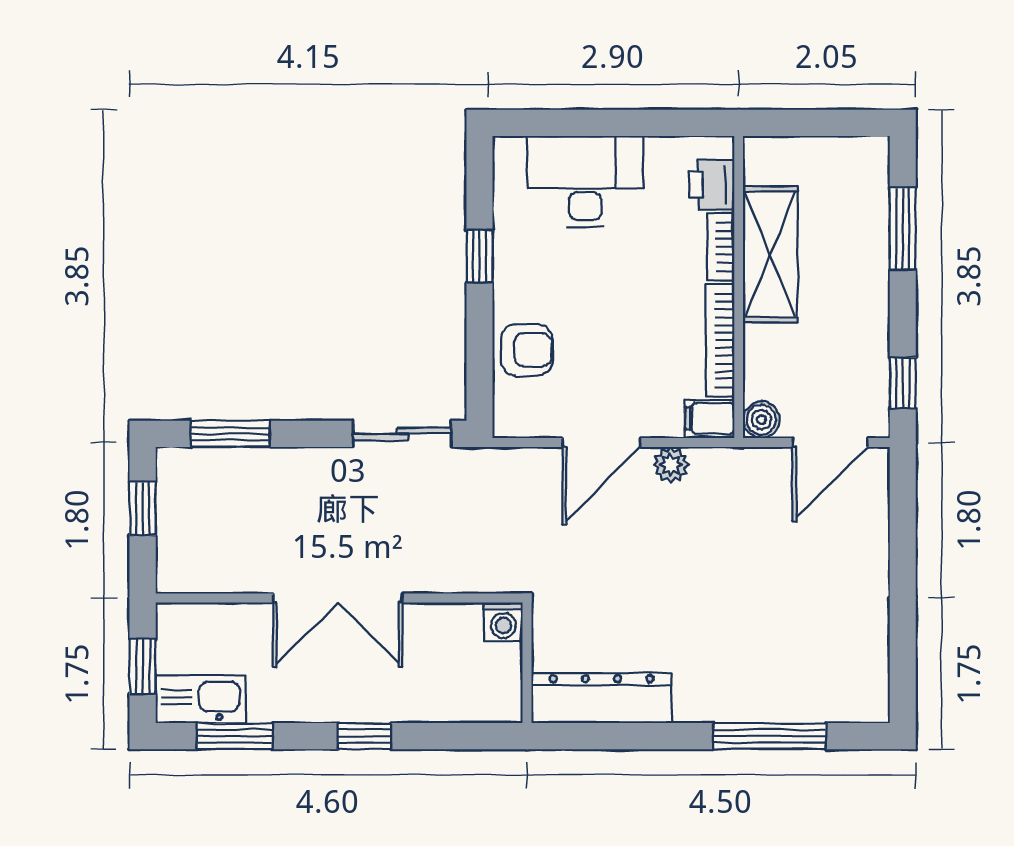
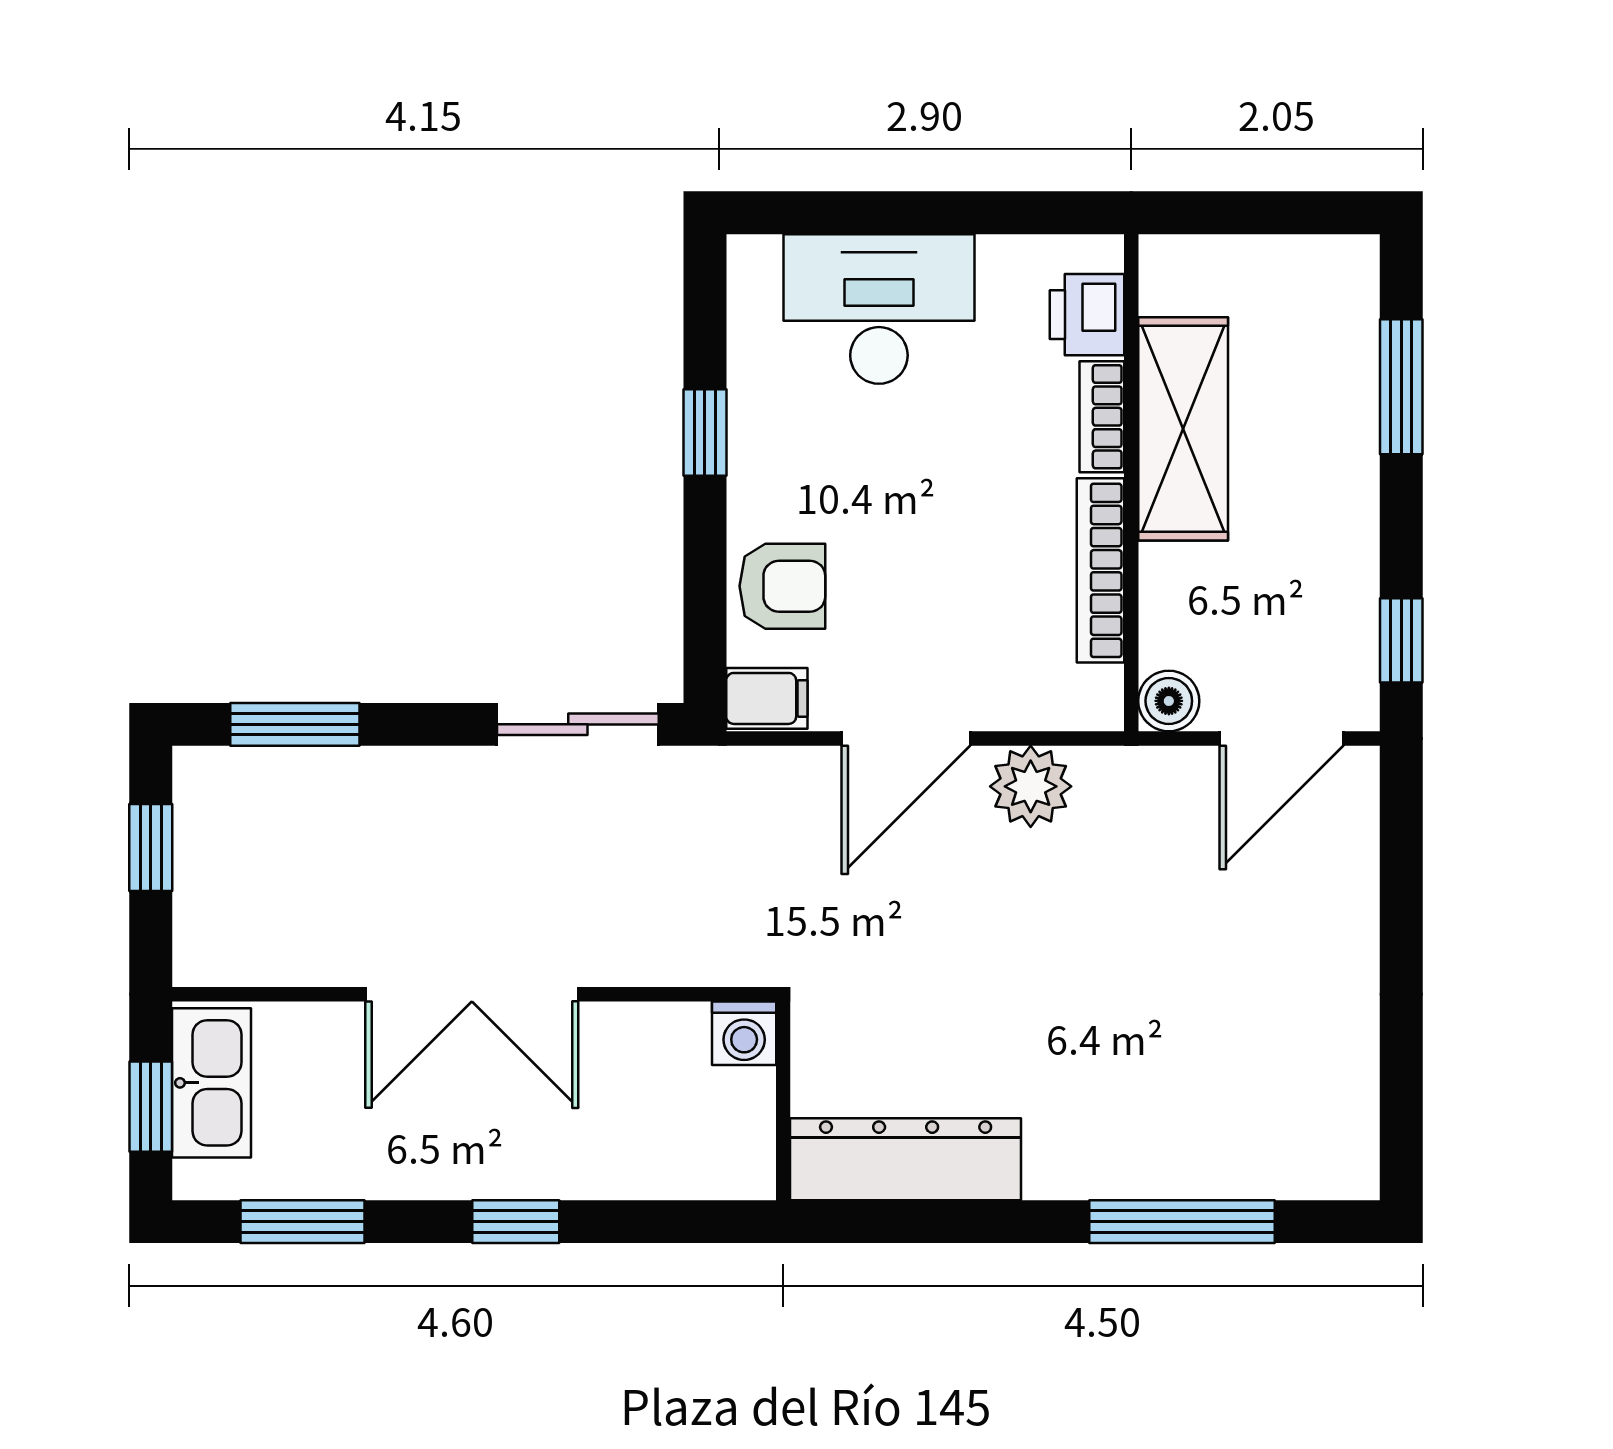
filing cabinet: (710, 418) -> (767, 698), moved, turned 180
plant: (671, 465) -> (1031, 786), width x1.38, depth x1.38
kitchen sink: (201, 699) -> (211, 1083), moved, turned 90

